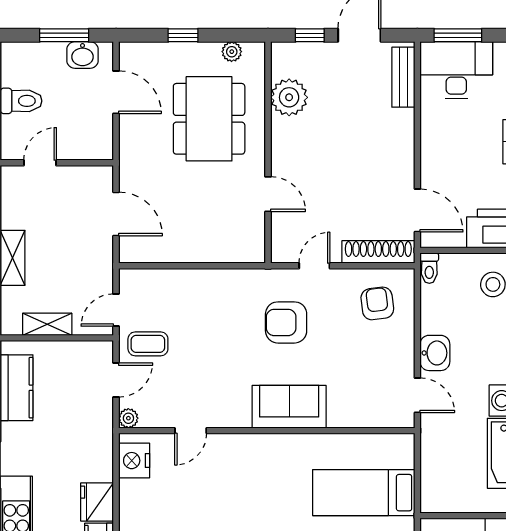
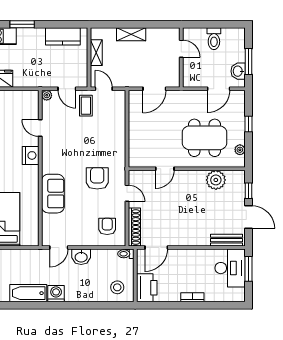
armchair: (377, 303) -> (107, 226), turned -83
sofa: (289, 407) -> (53, 194), moved
nightstand: (134, 461) -> (31, 155), moved, turned 90

